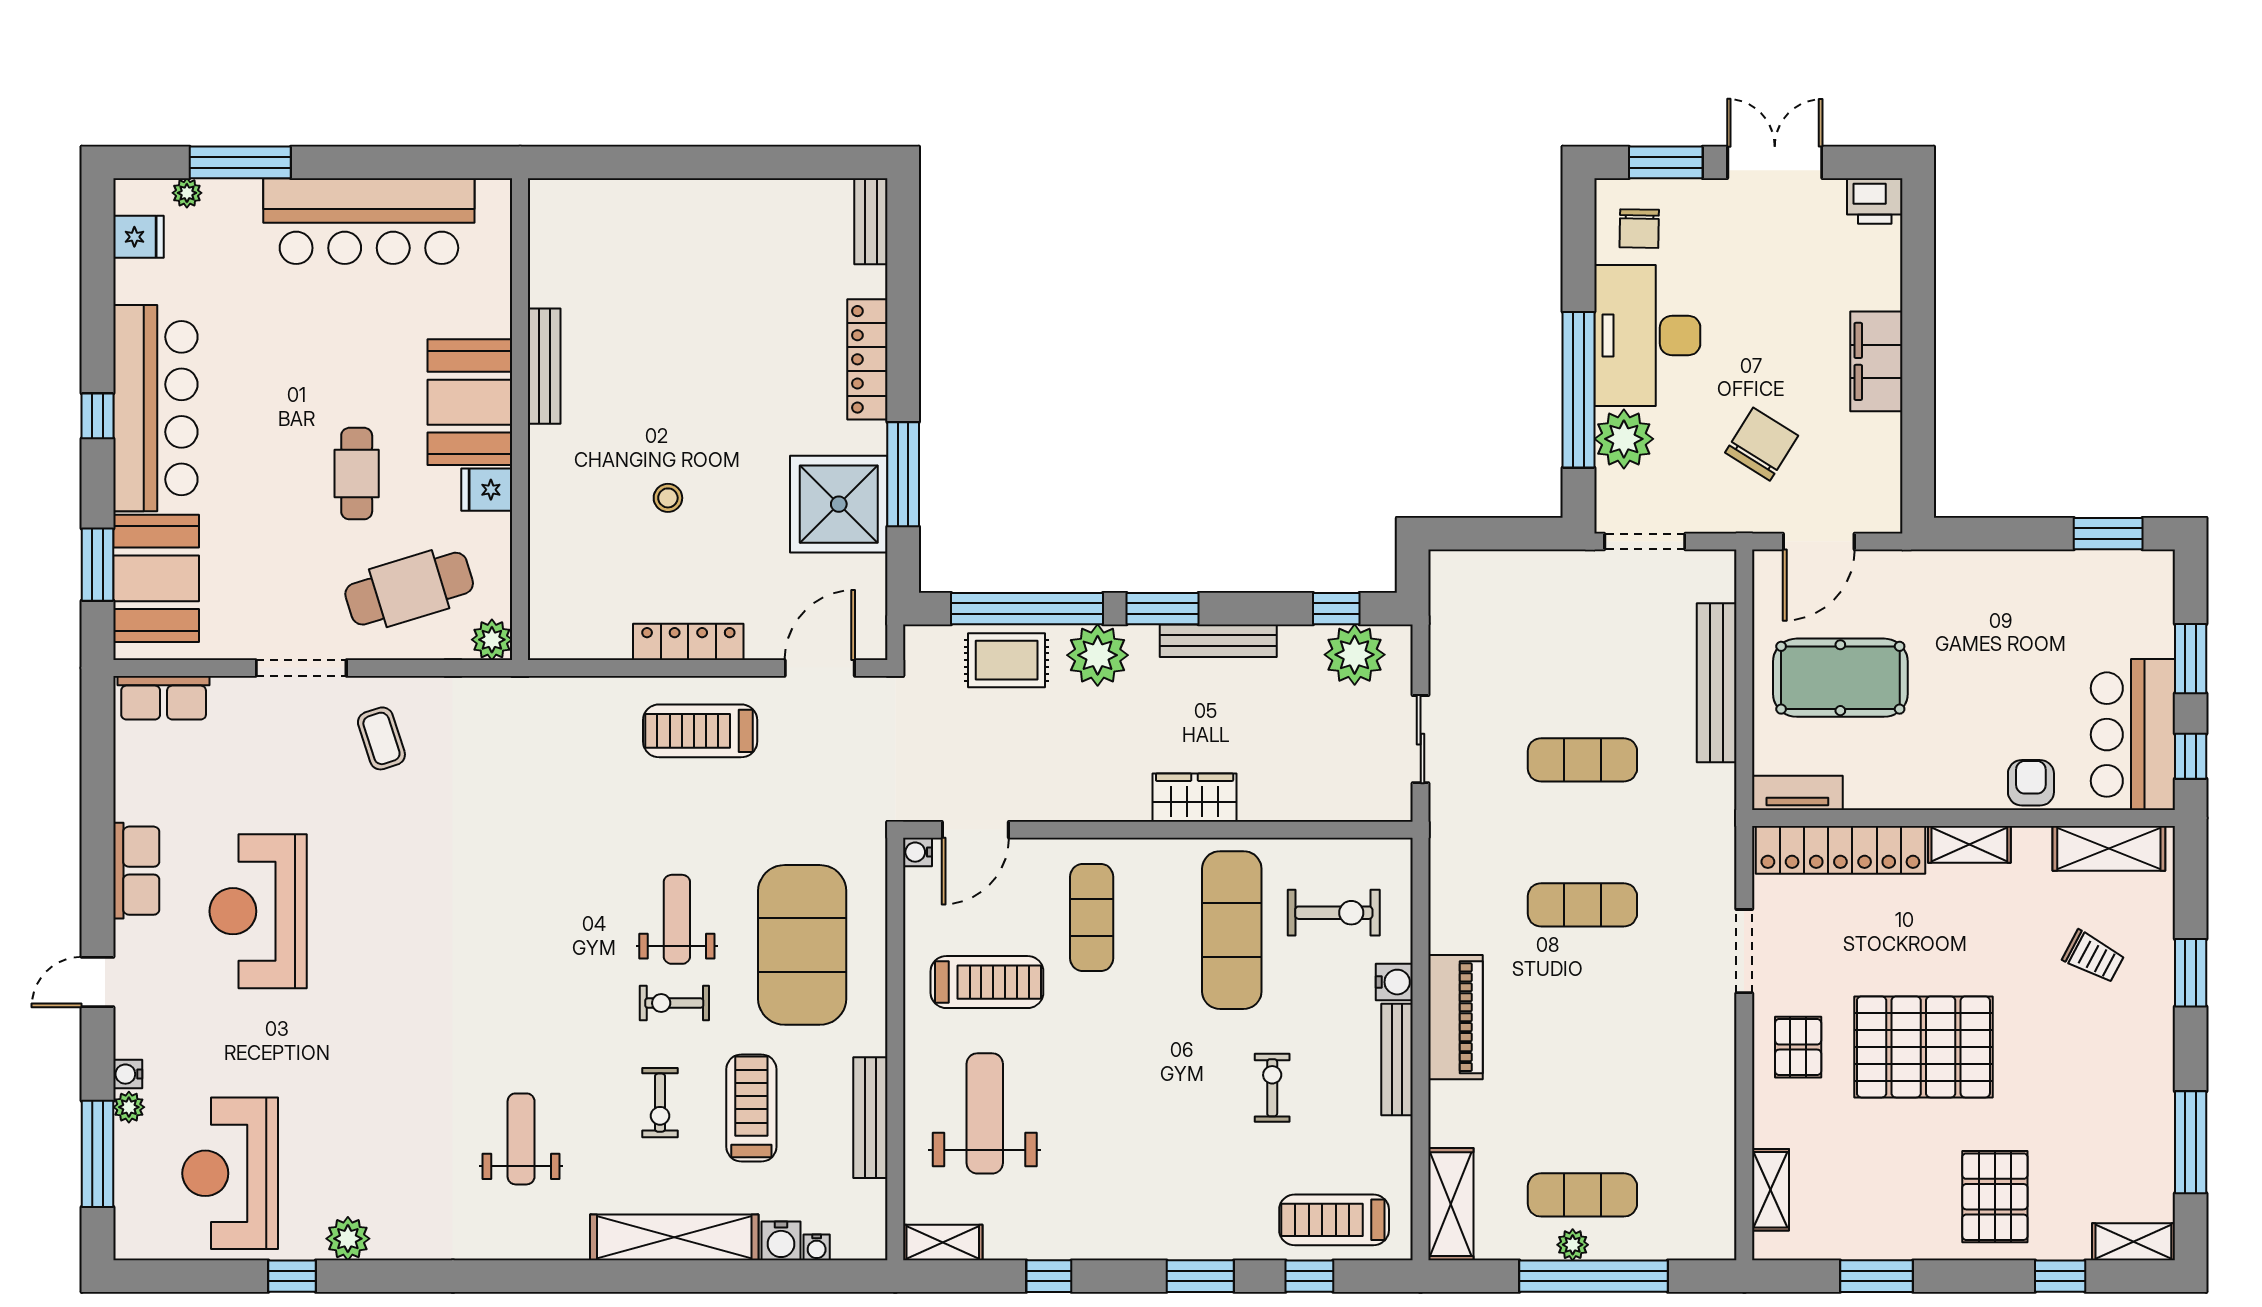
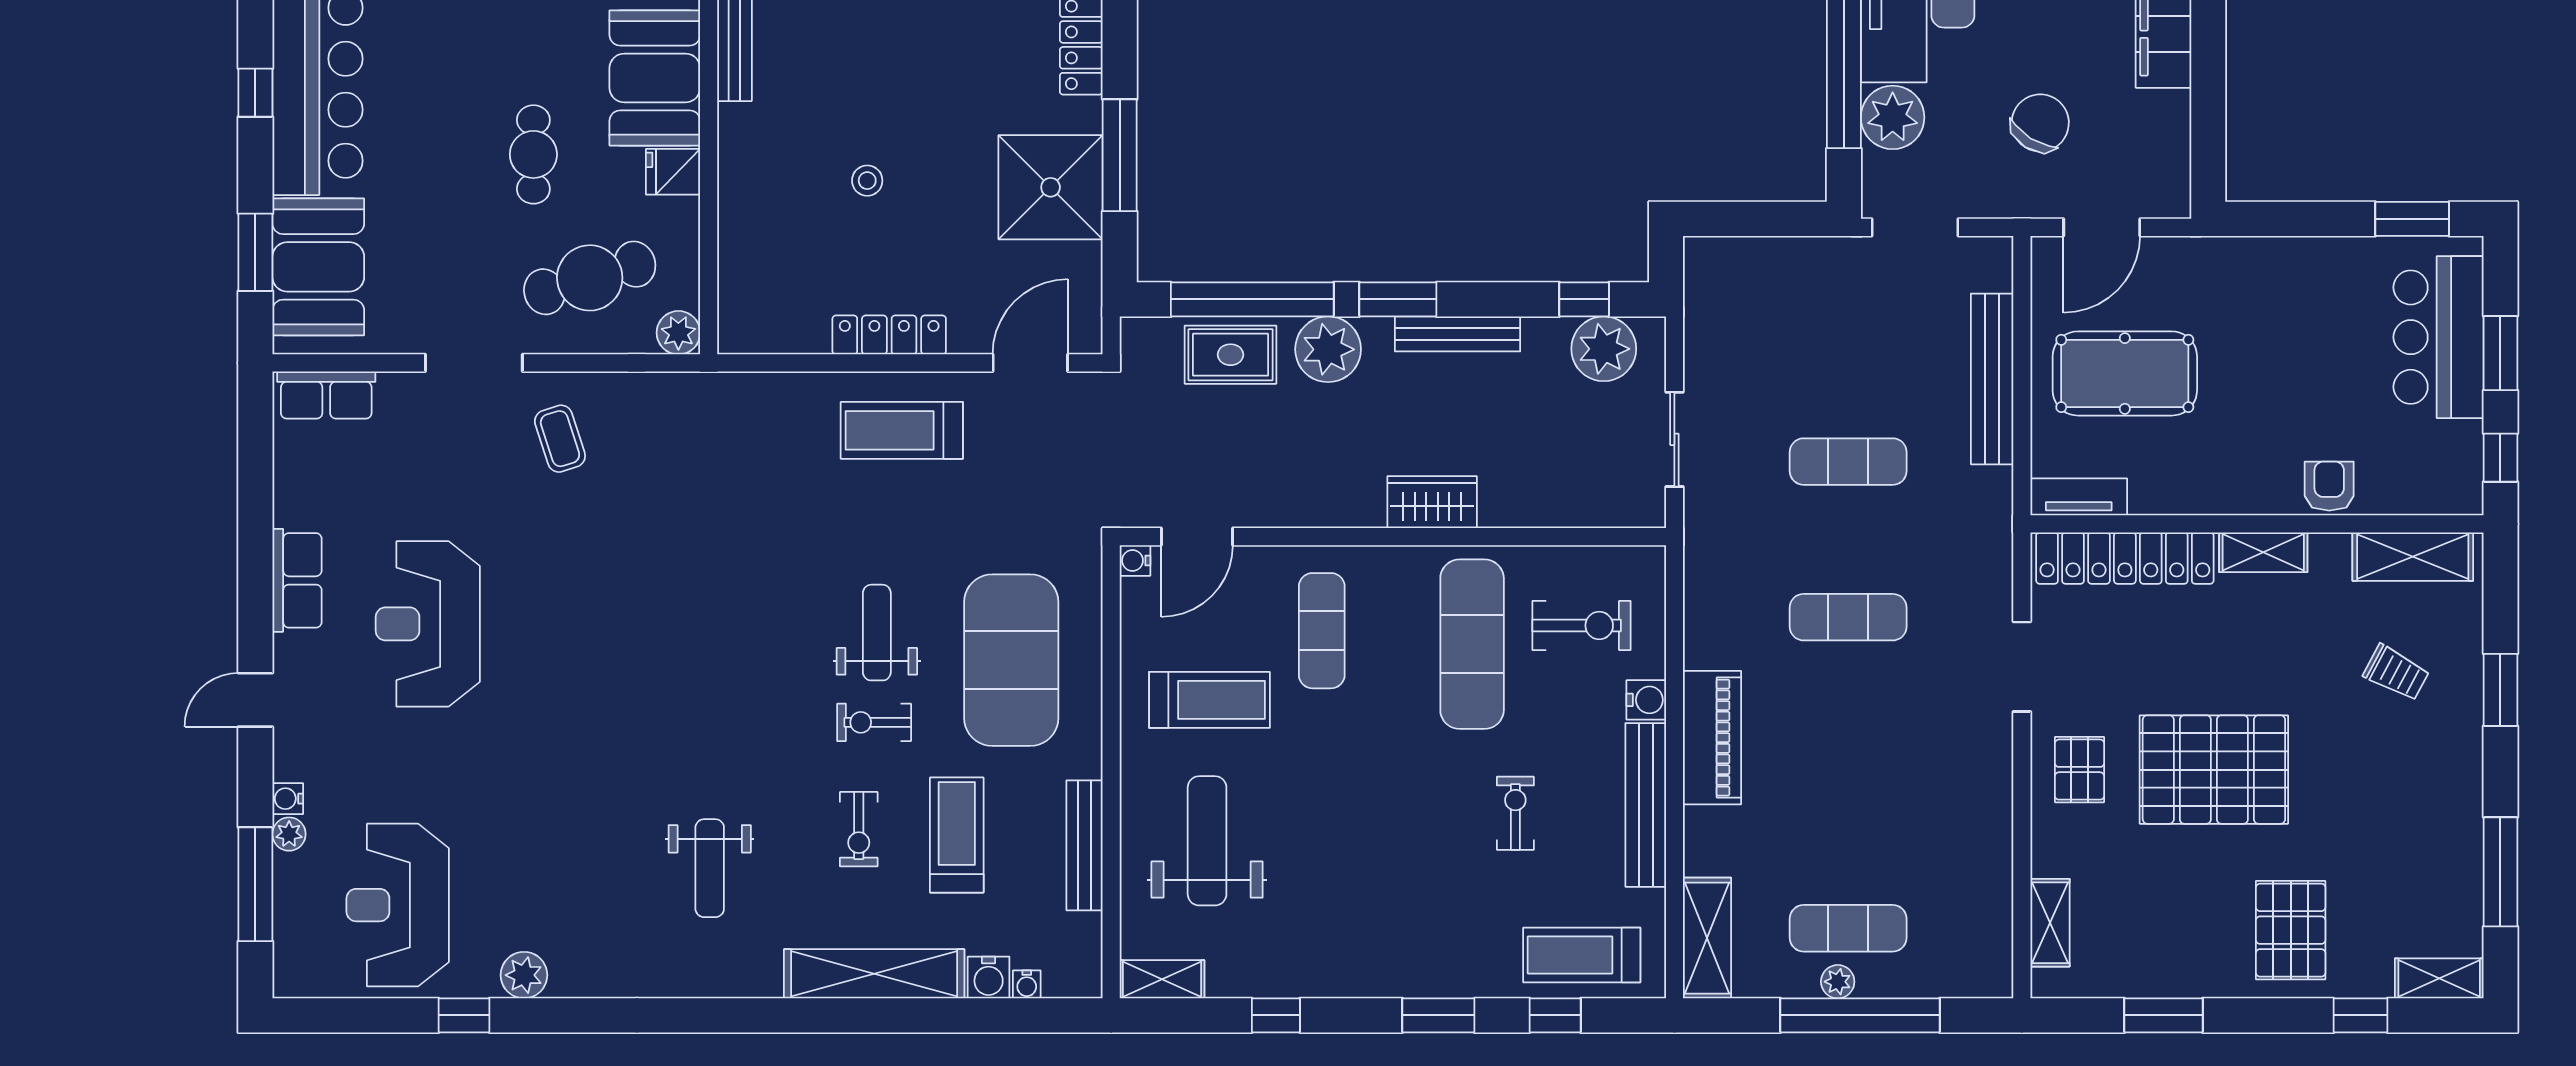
bar counter: (2133, 735) -> (2439, 337), moved
bench: (1397, 1059) -> (1646, 805), width x1.37, depth x1.21
weight bench: (521, 1139) -> (710, 868), turned 180

